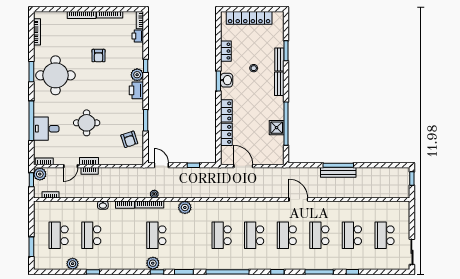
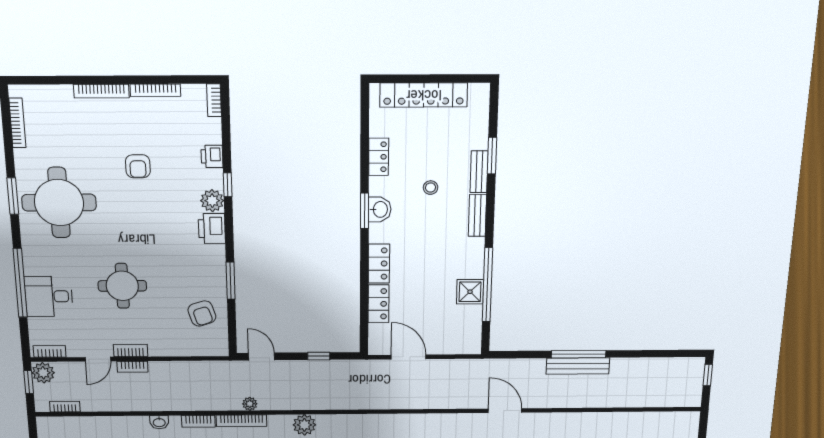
printer: (138, 36) -> (212, 156), moved

